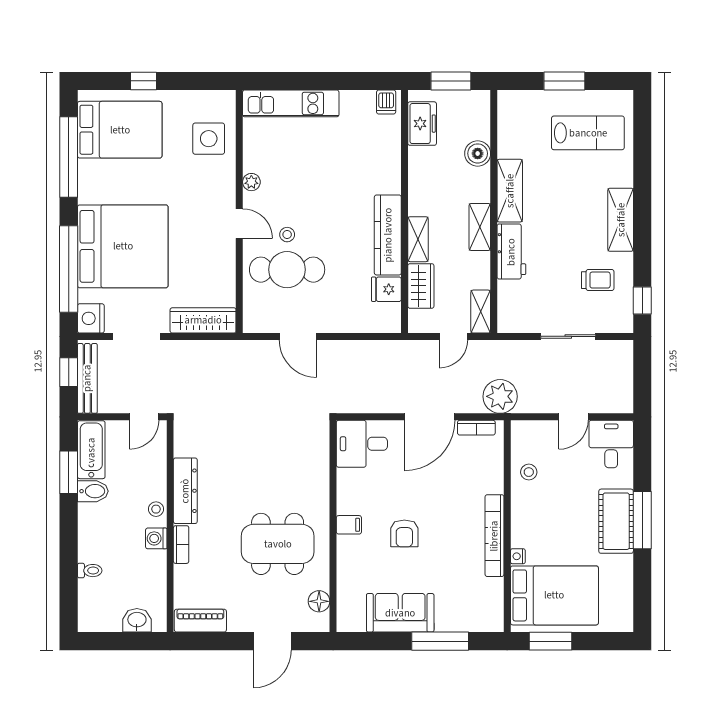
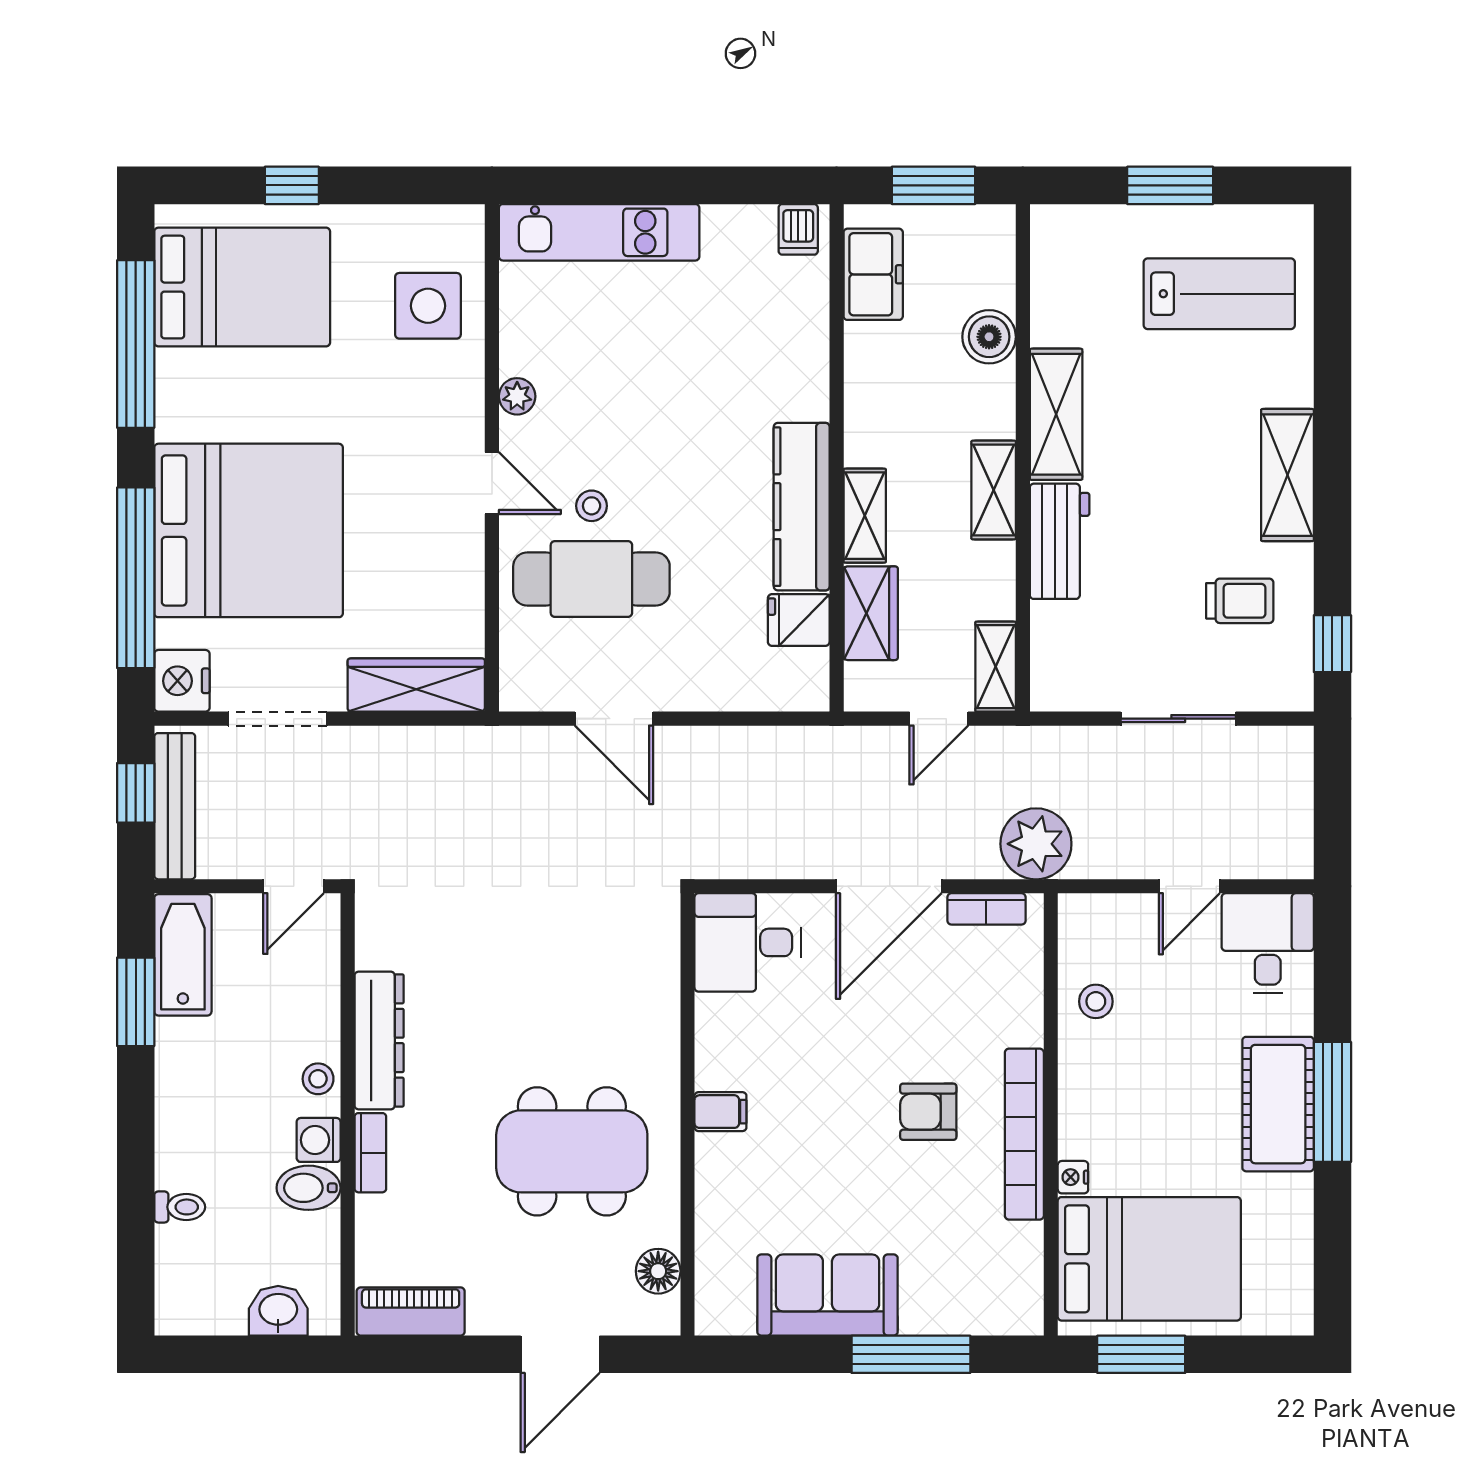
bidet: (93, 491) -> (309, 1188), moved, turned 180
armchair: (404, 533) -> (928, 1112), moved, turned 90

